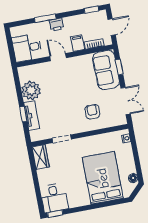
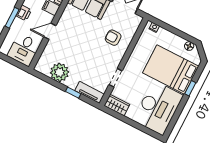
tv unit: (32, 116) -> (90, 92), moved
desk: (54, 198) -> (158, 108), width x1.87, depth x1.30
window: (55, 214) -> (190, 88), moved

